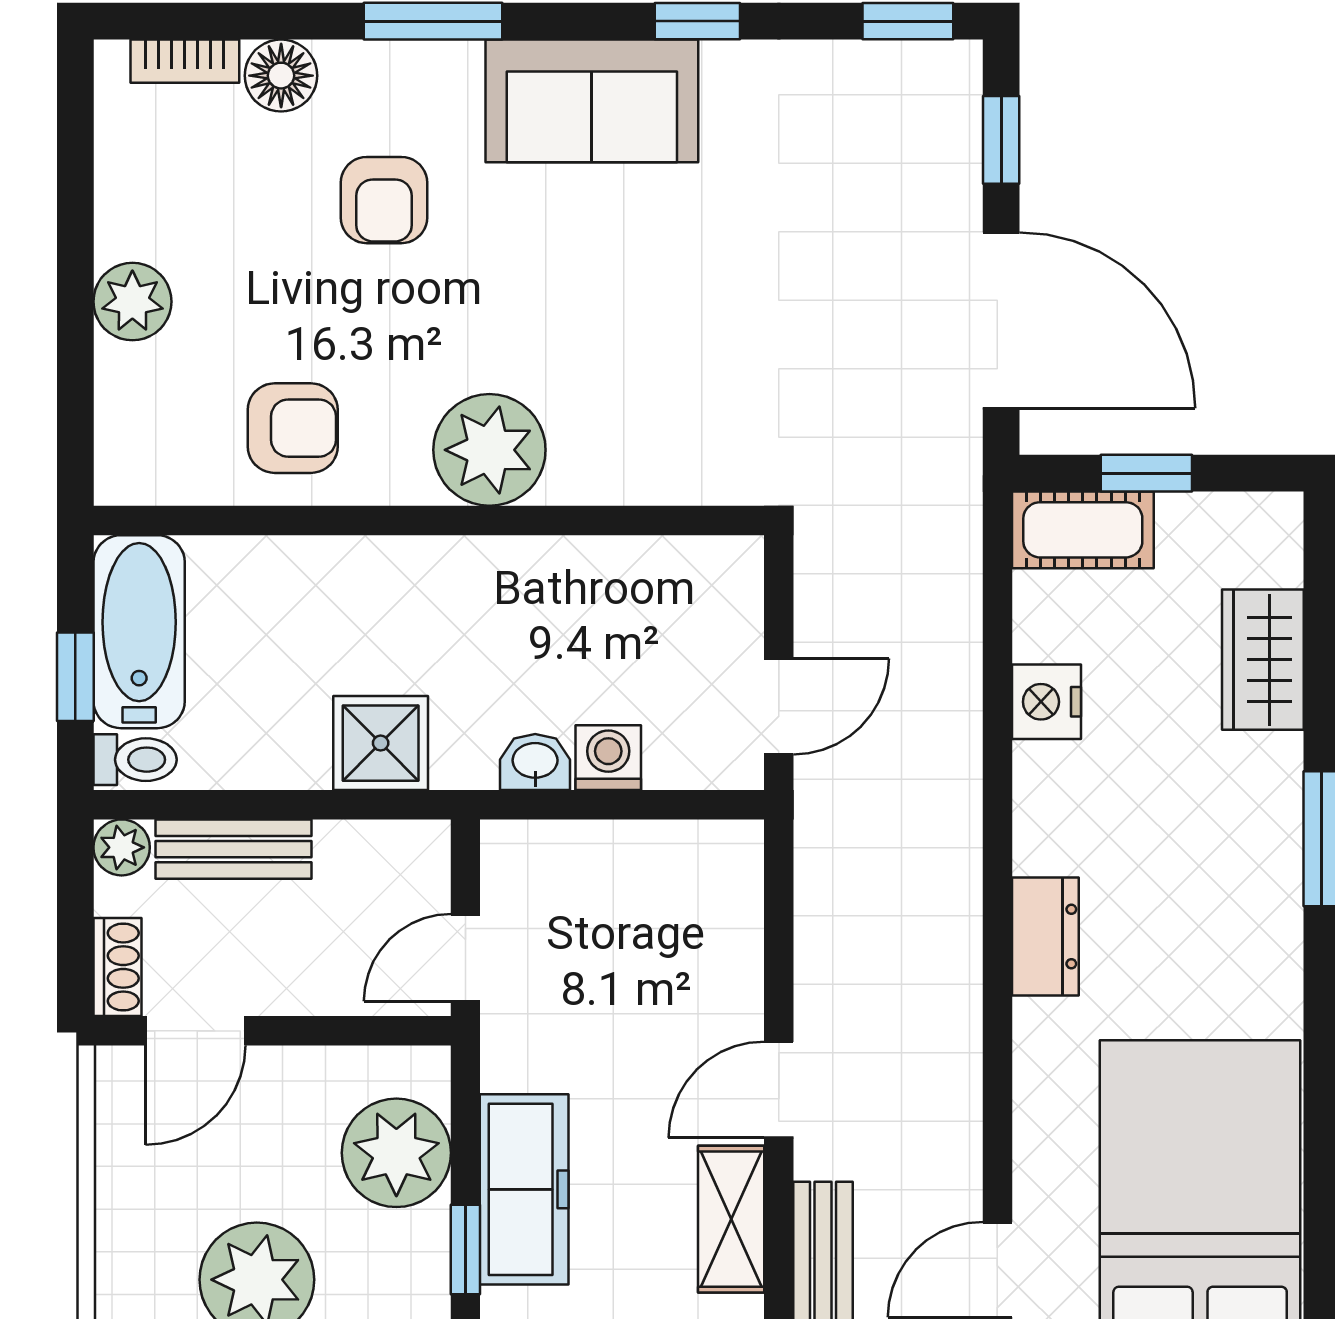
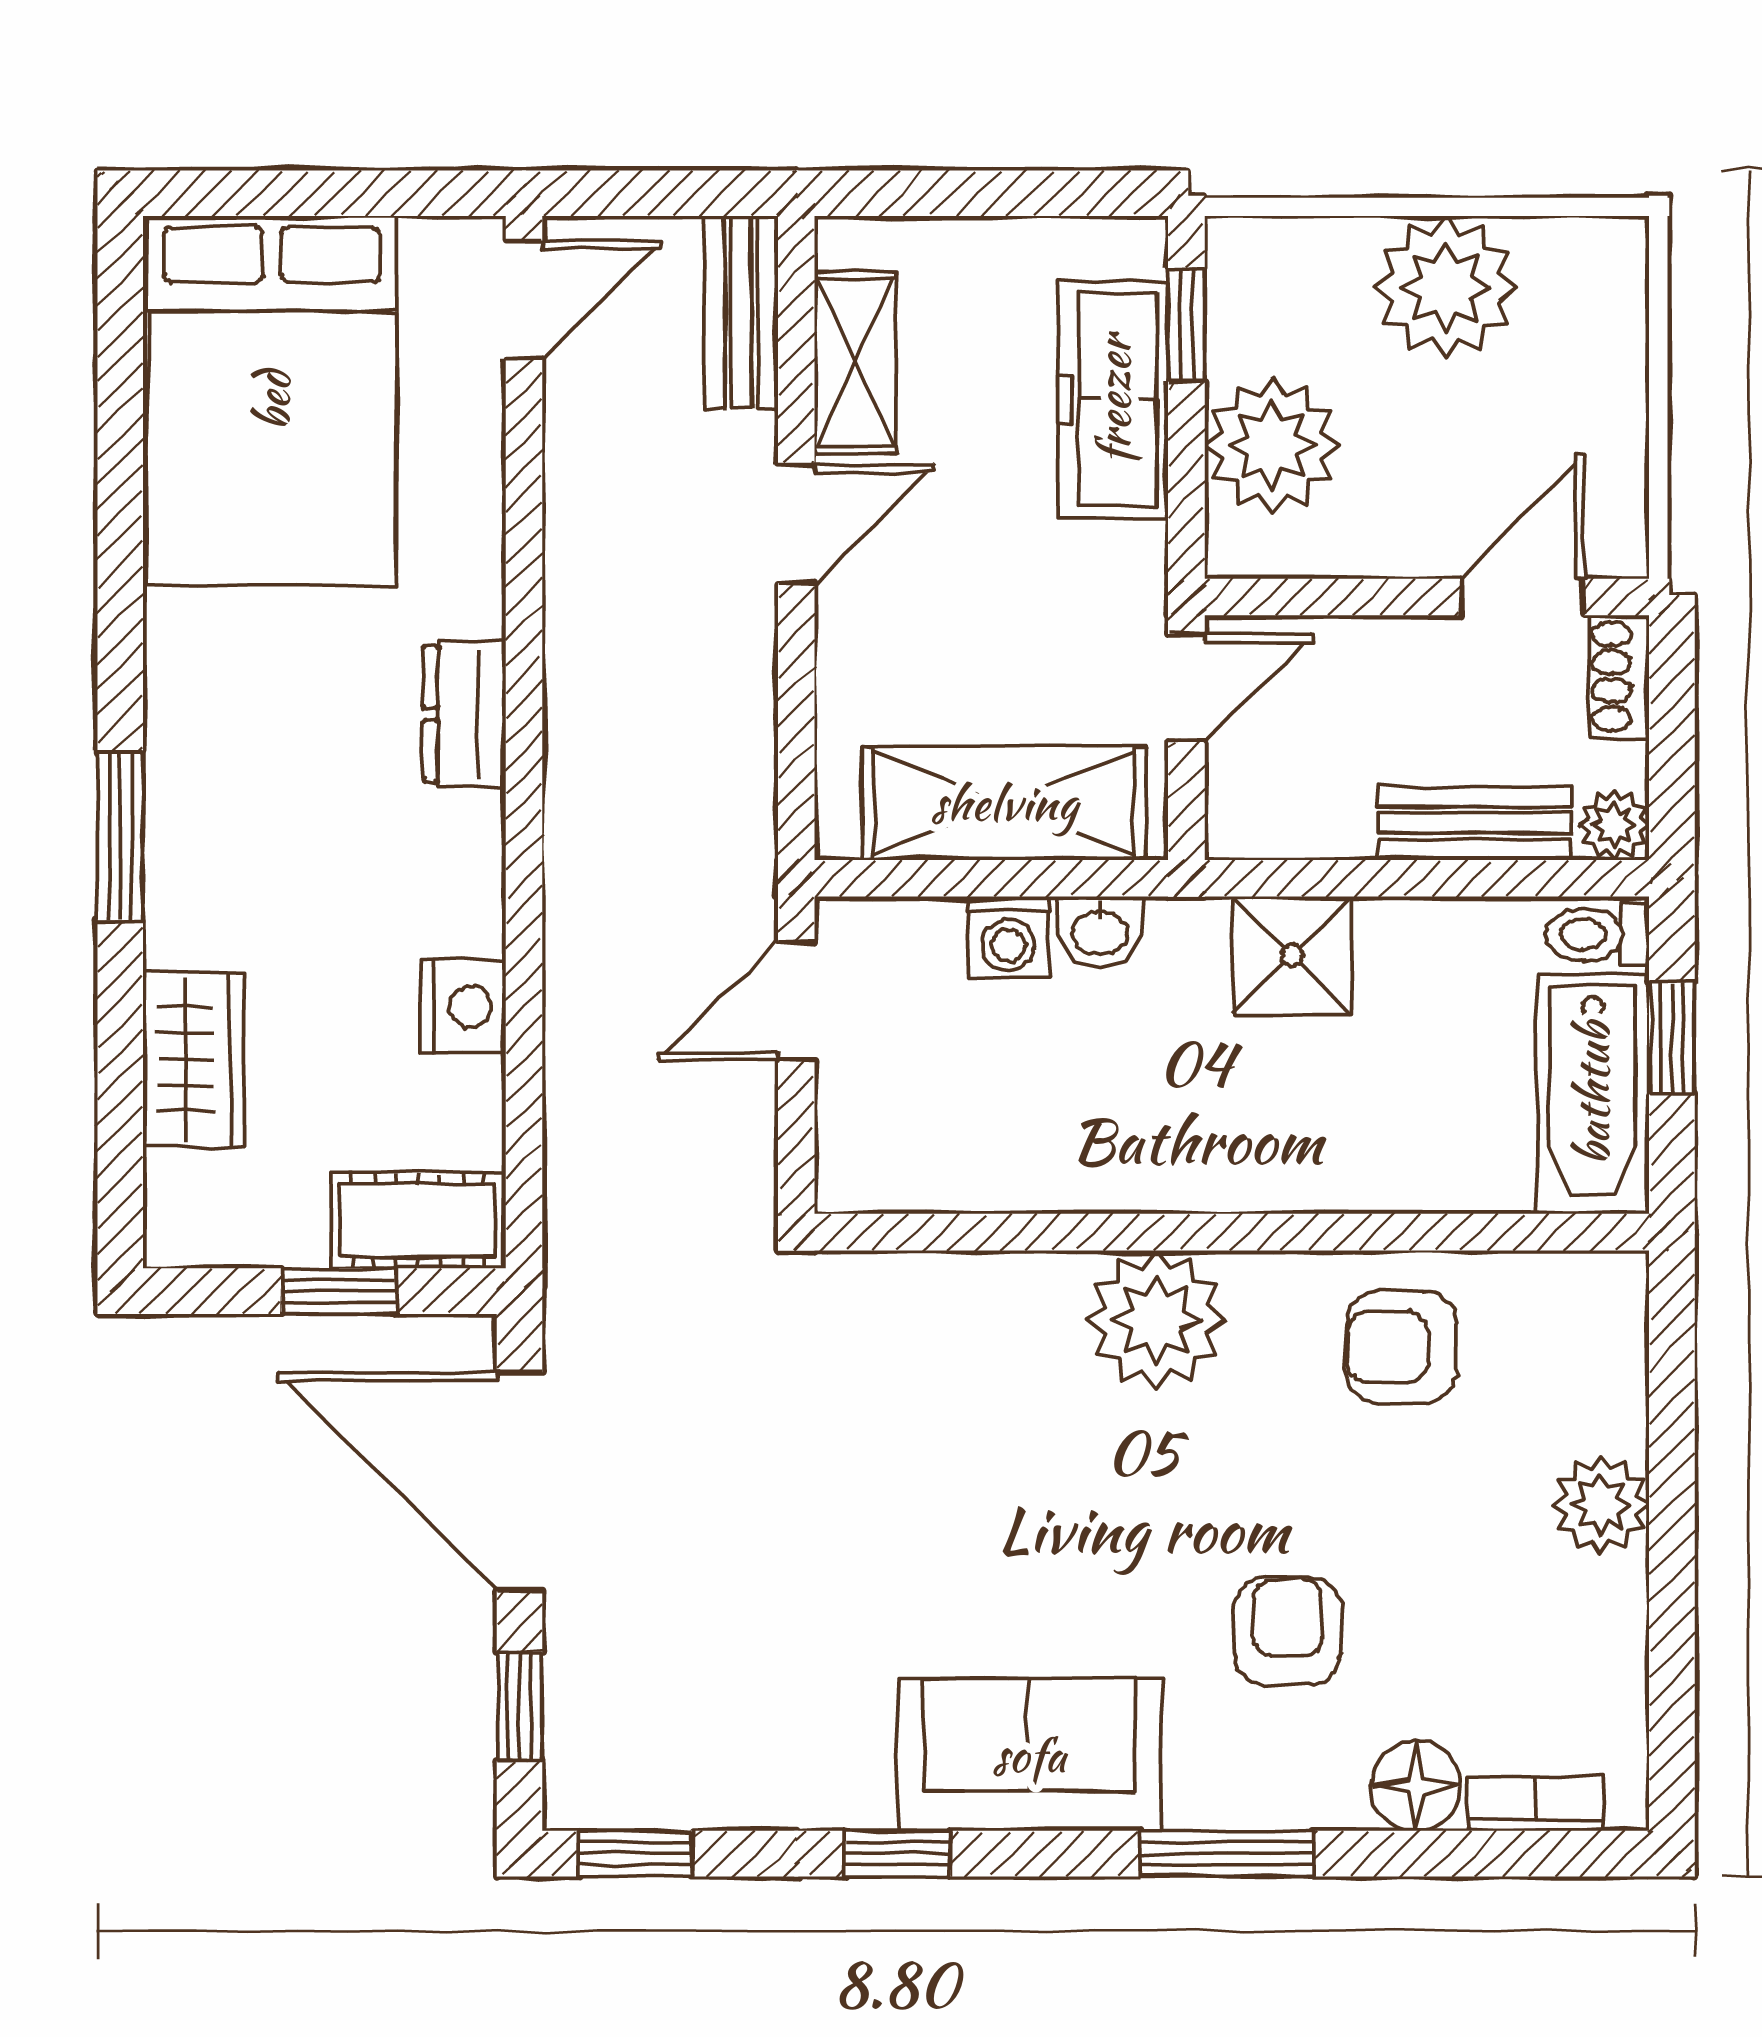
shelving: (612, 865) -> (1004, 803), added

